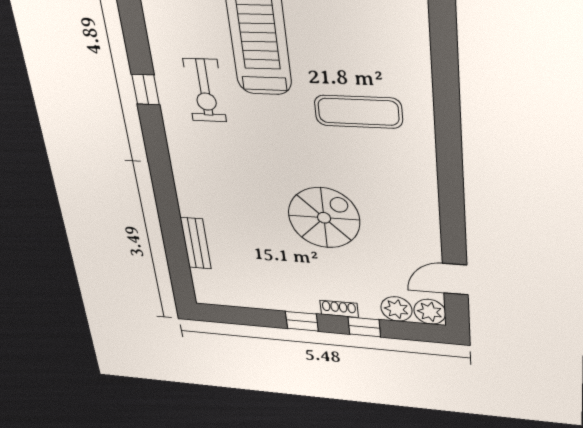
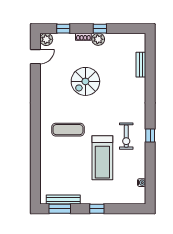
exercise bike: (205, 90) -> (126, 136), turned 180
plant: (396, 309) -> (98, 39), moved
window: (364, 327) -> (63, 29), moved

